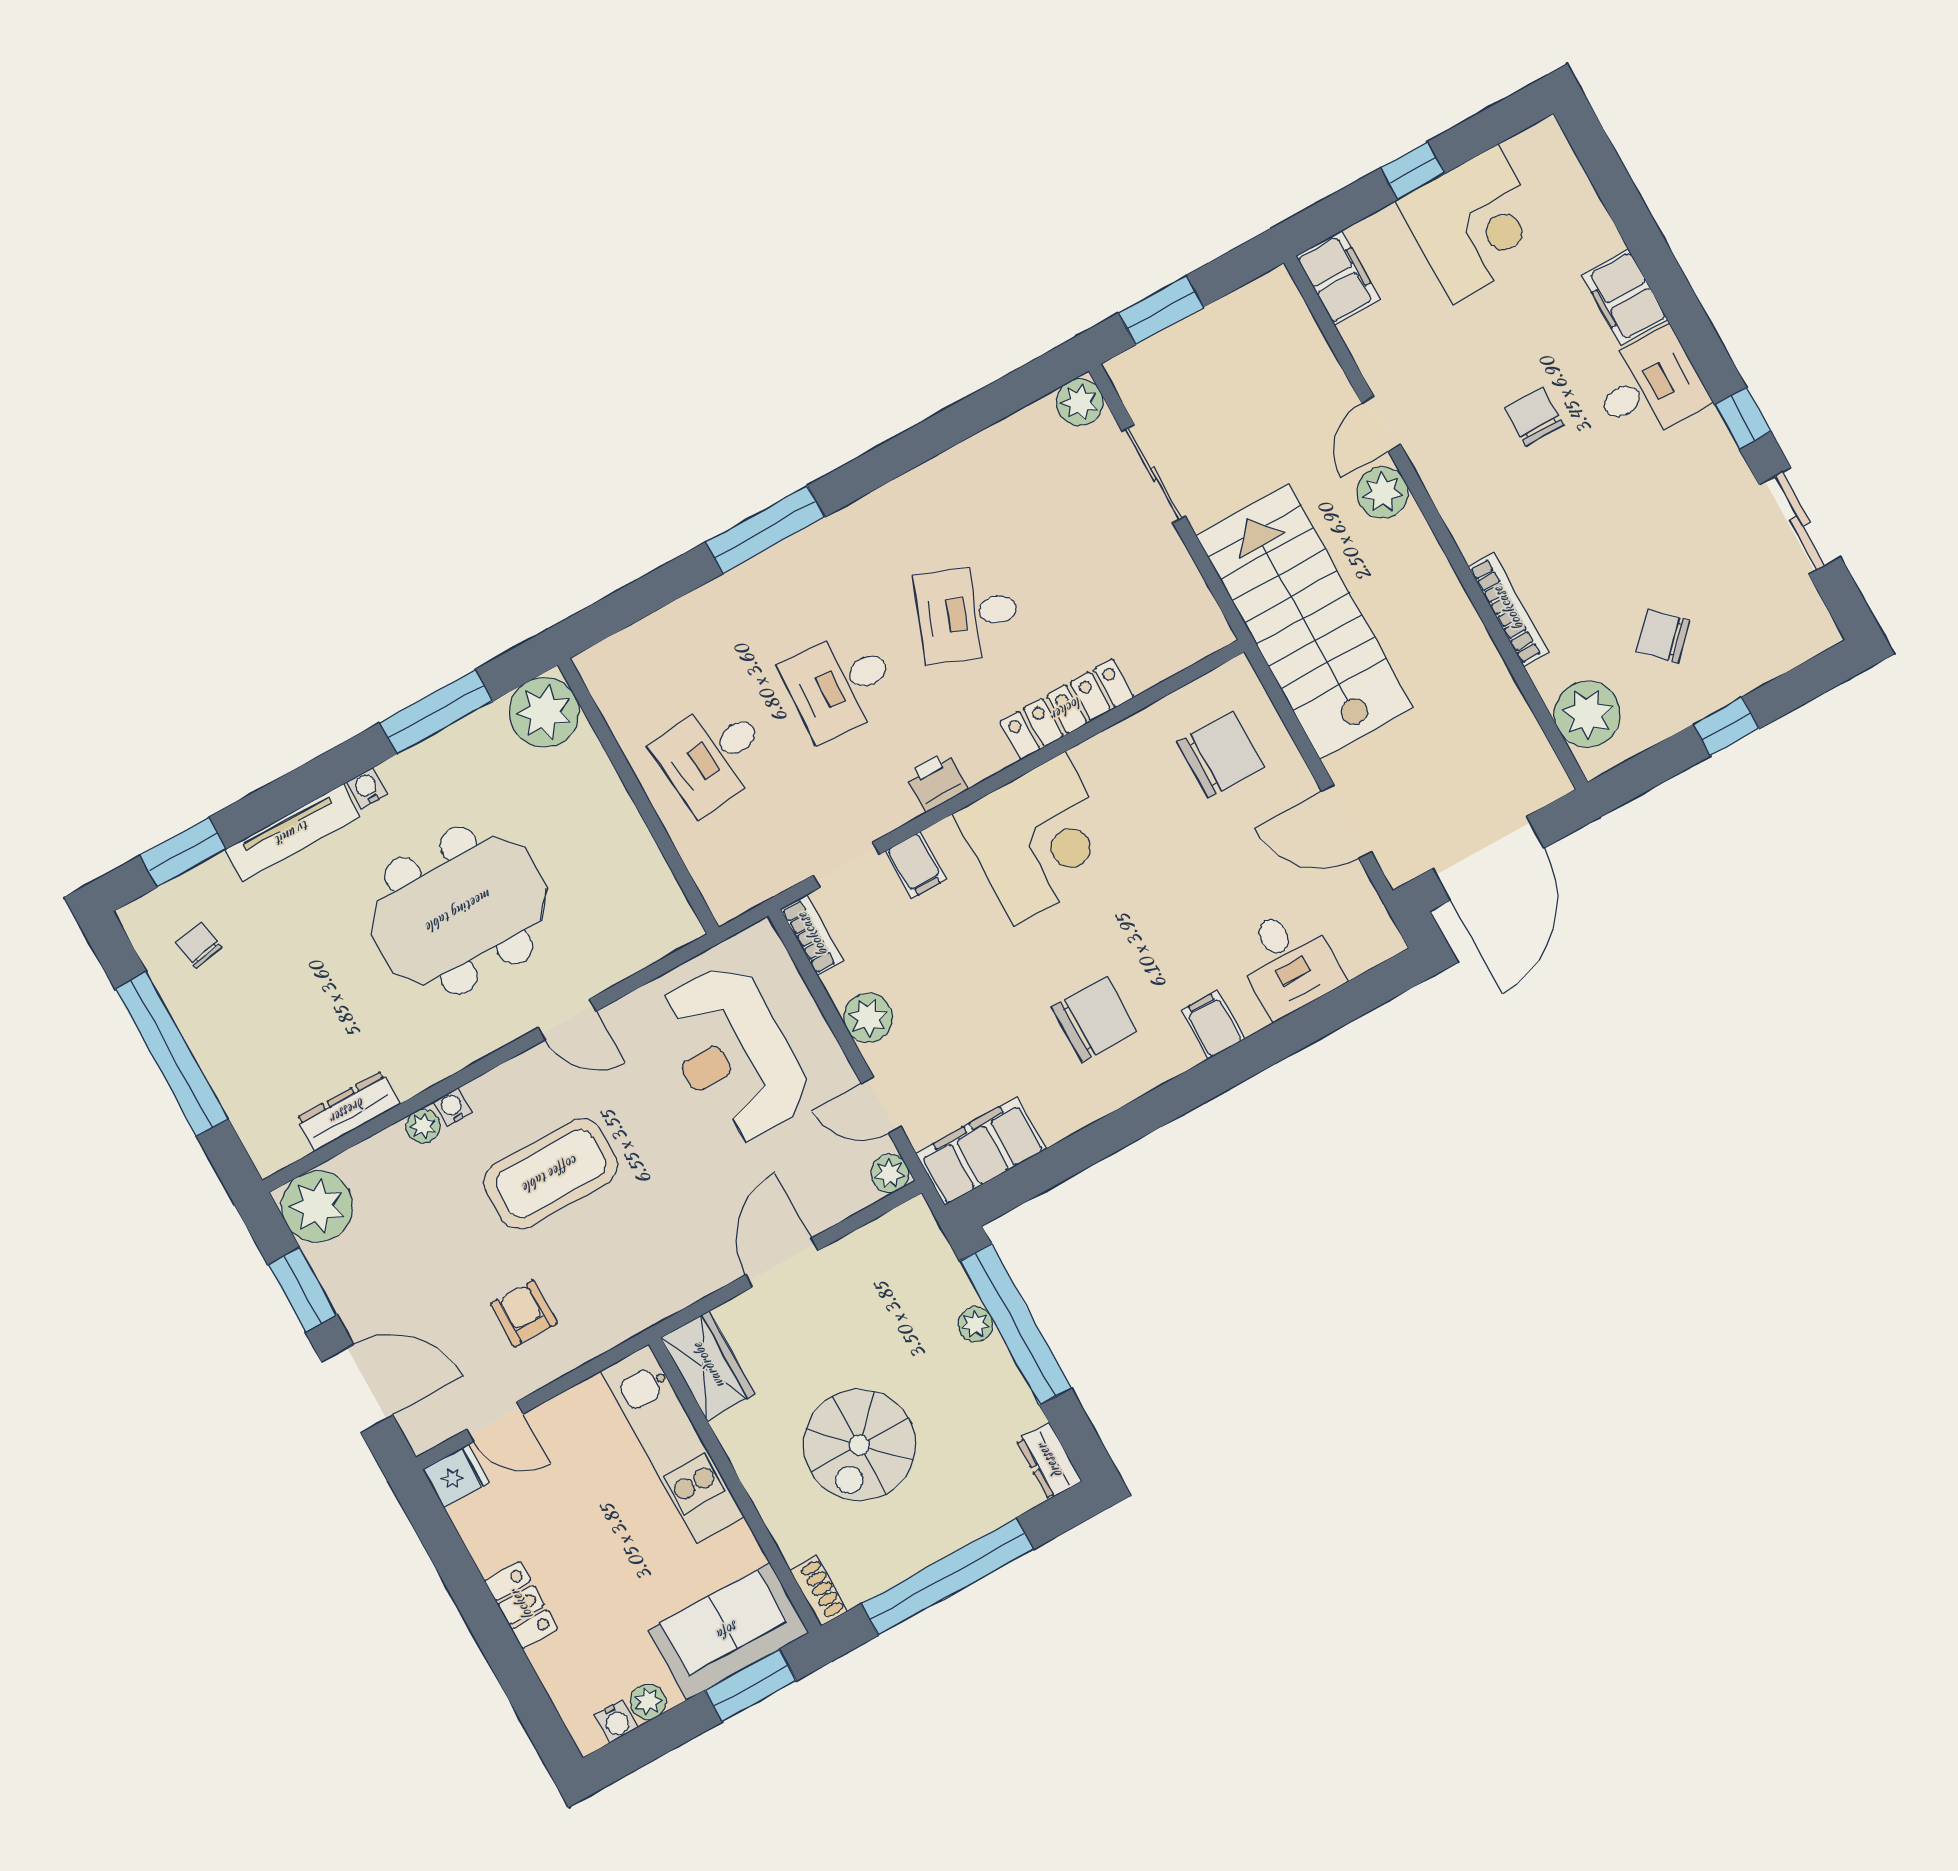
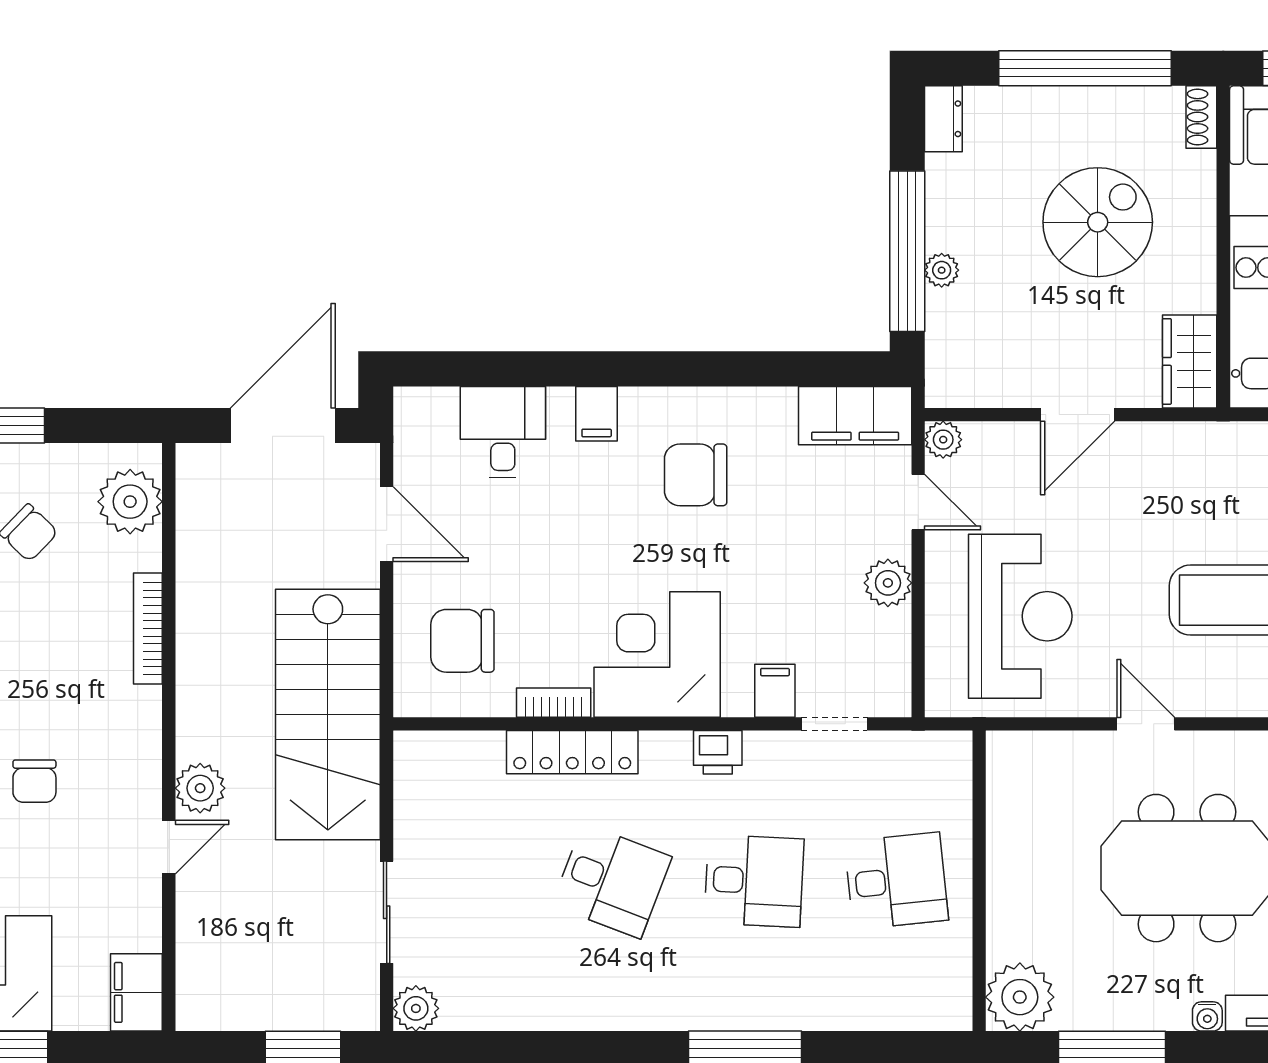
bookcase: (812, 935) -> (554, 703), moved, turned 90

